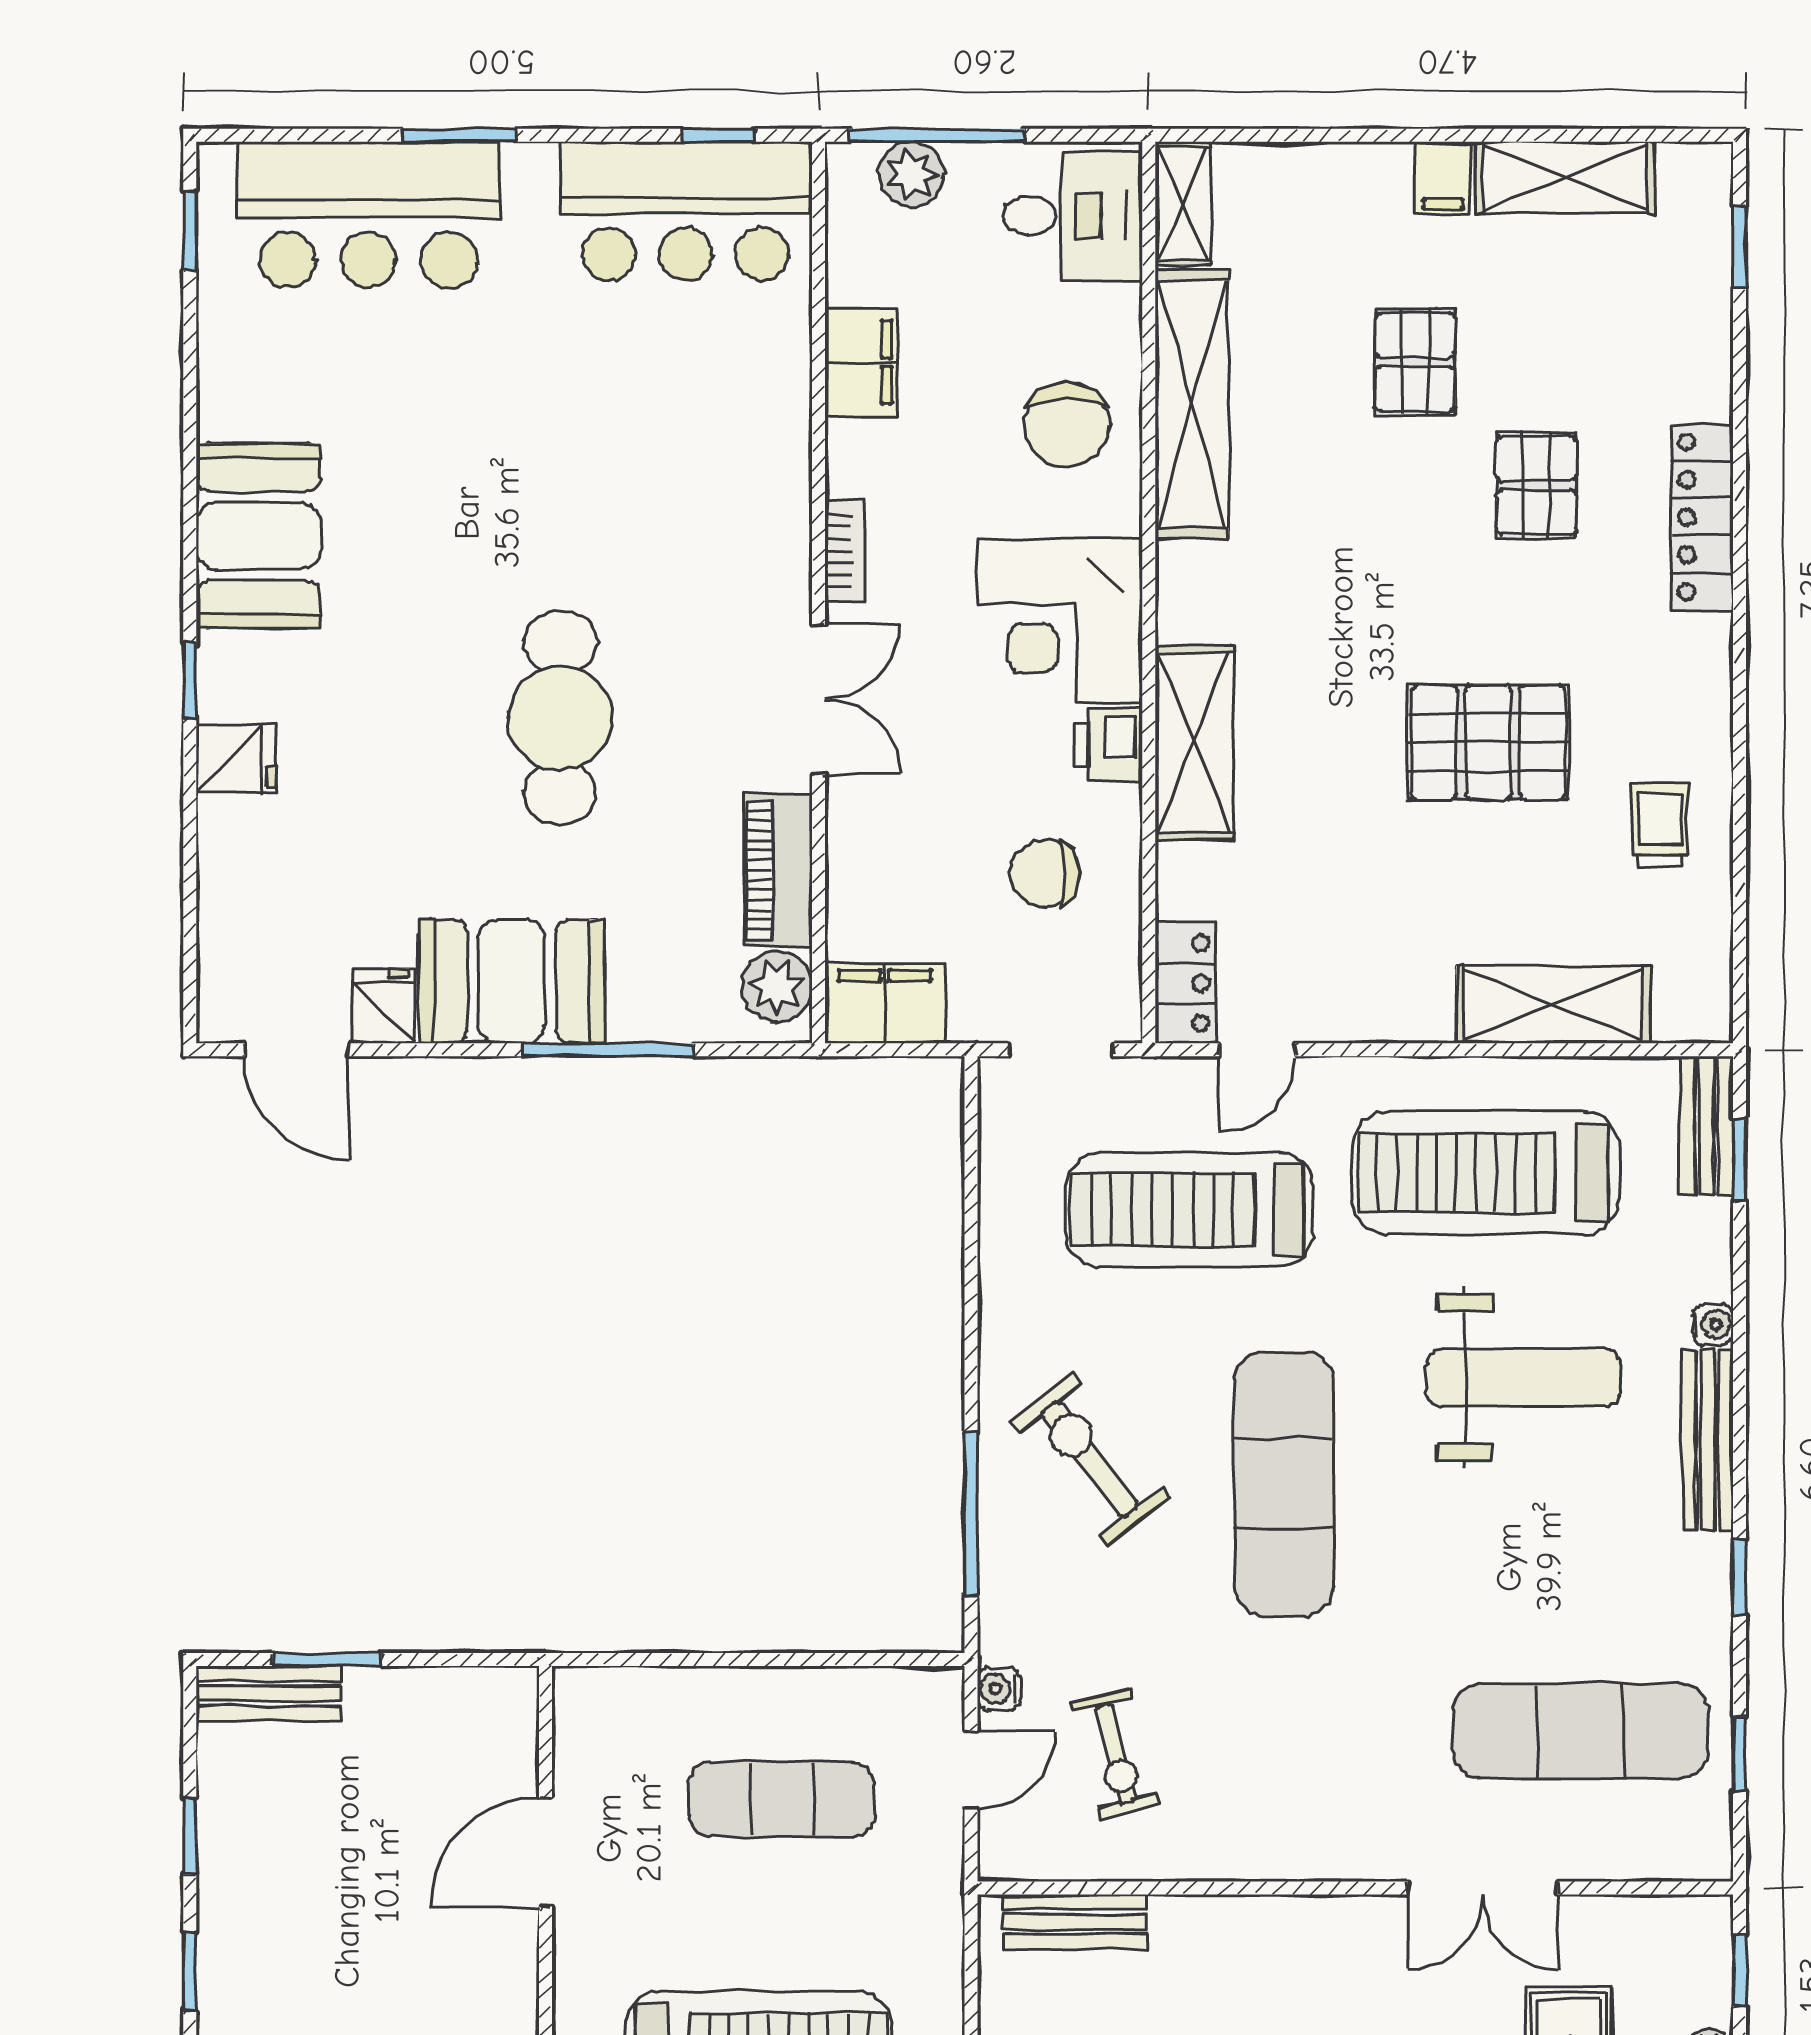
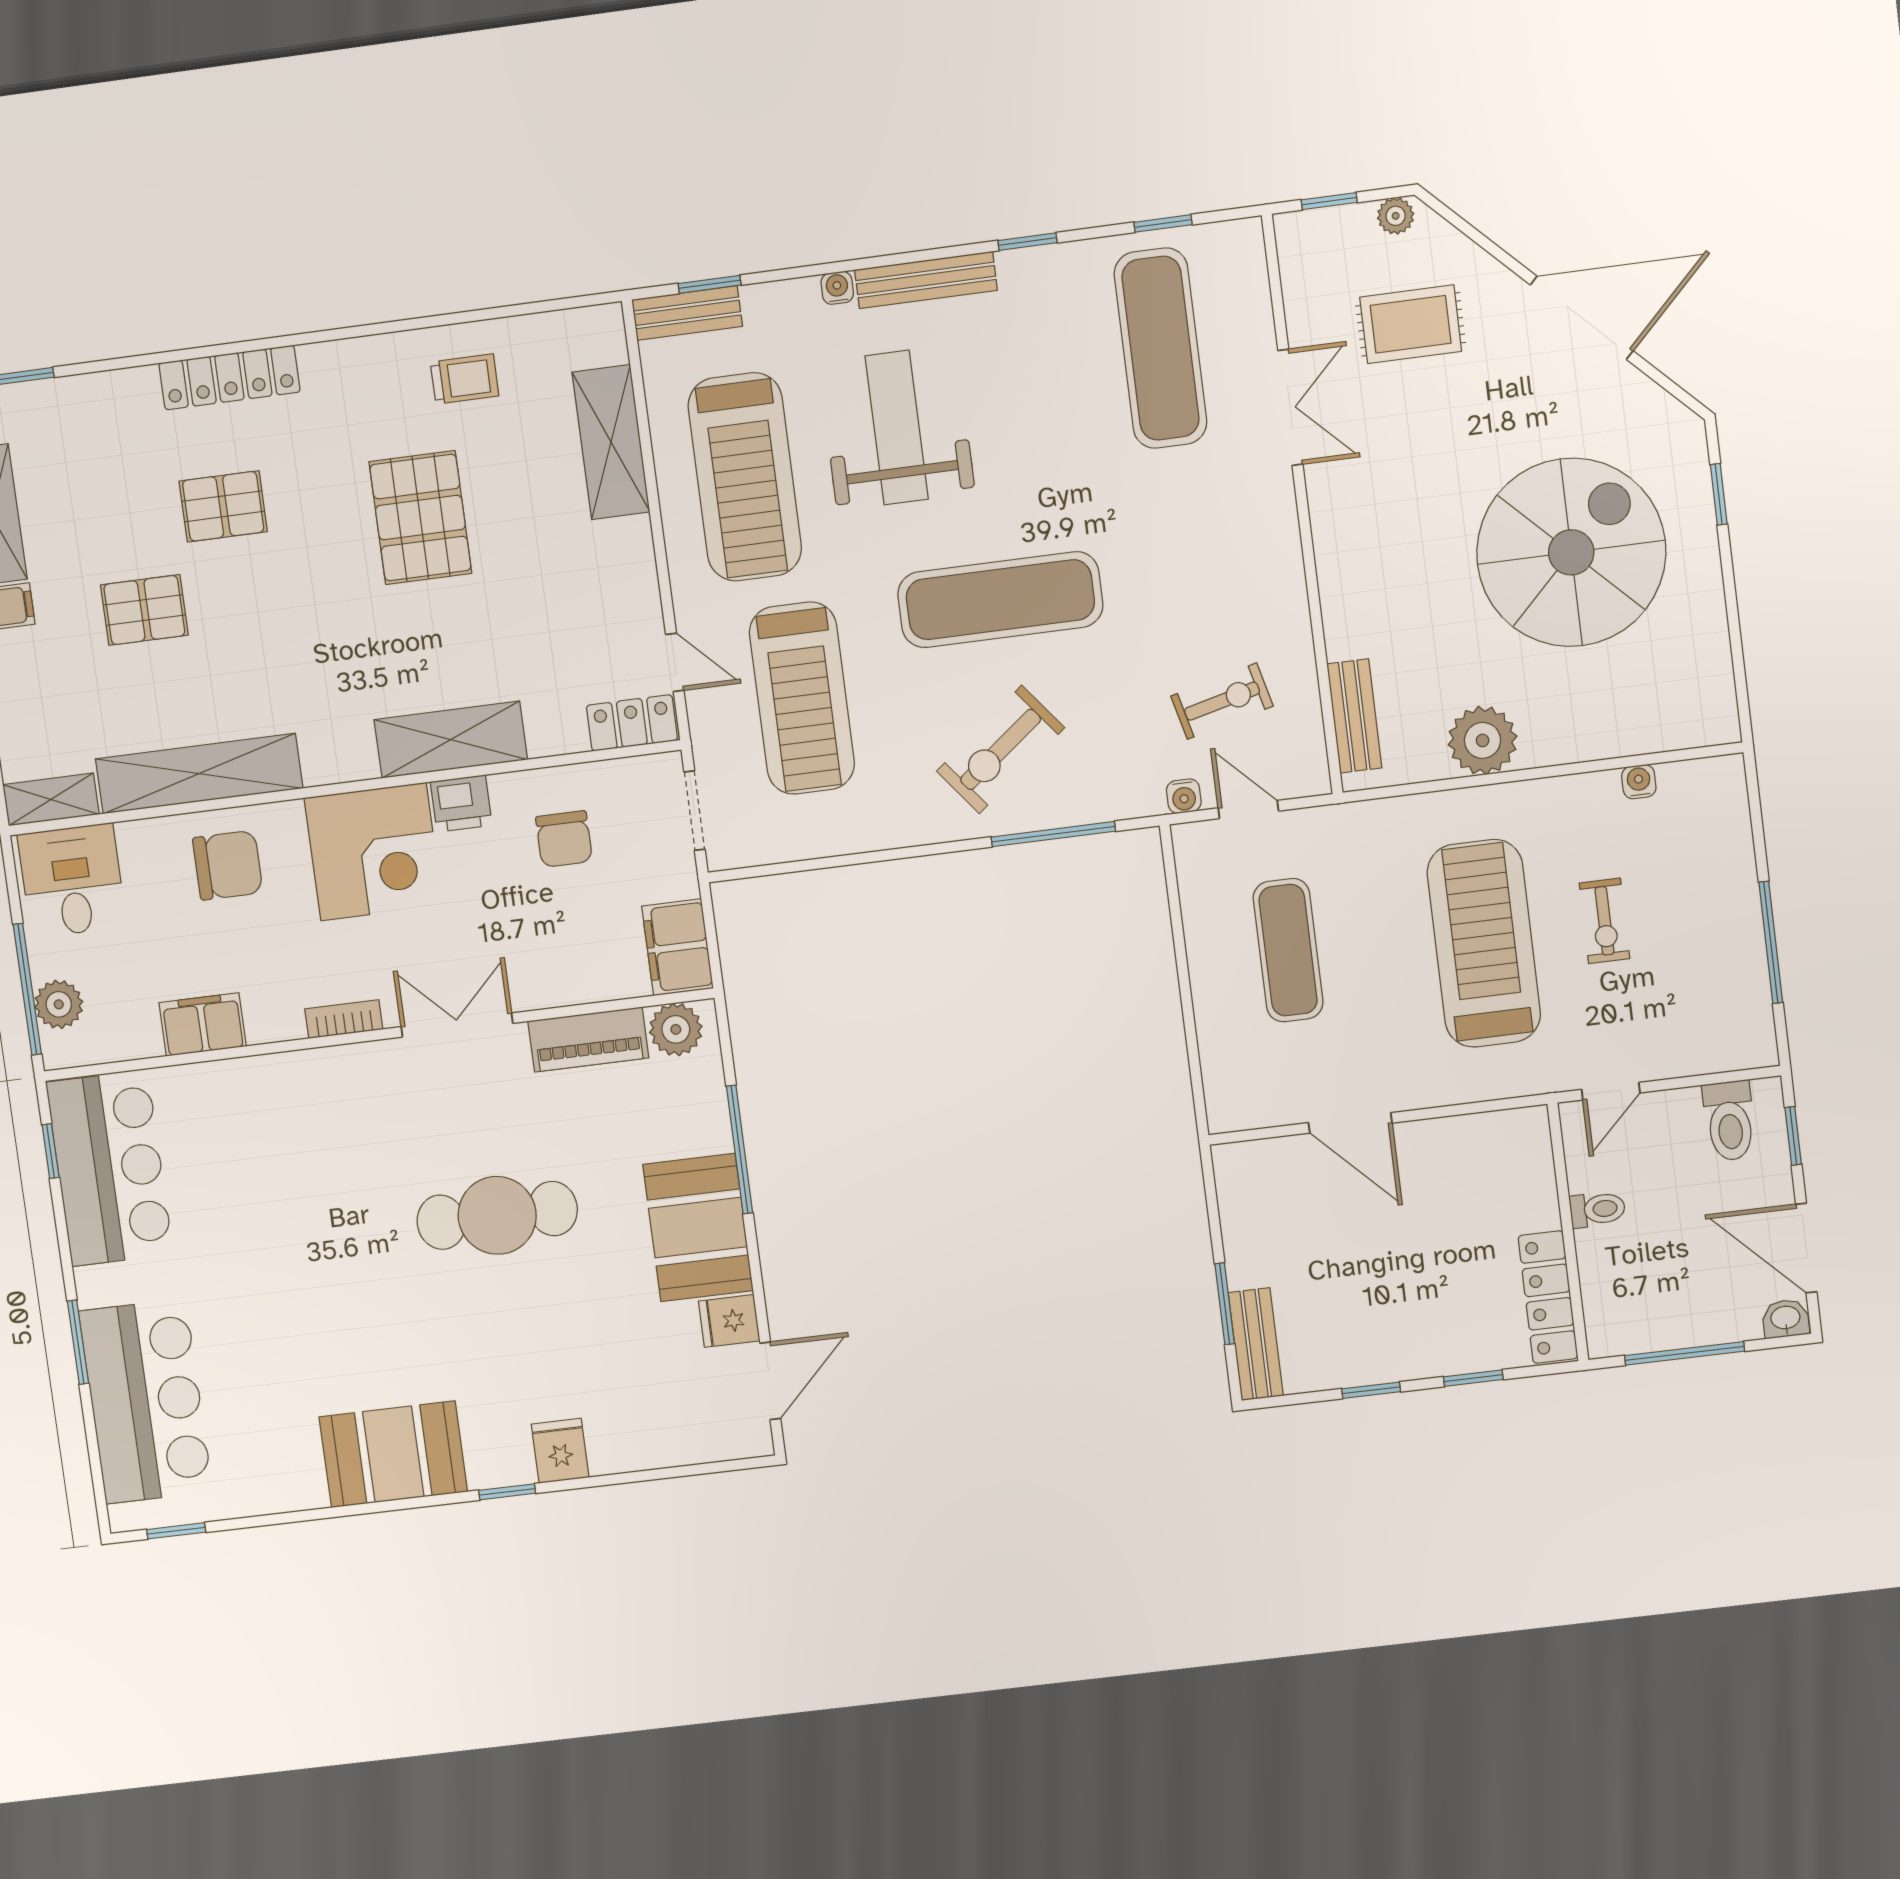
trolley: (1660, 825) -> (465, 379), turned 180

